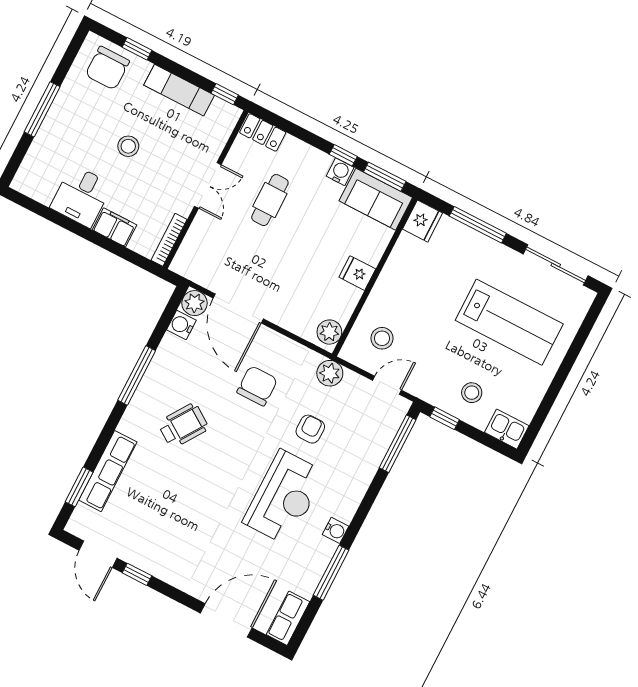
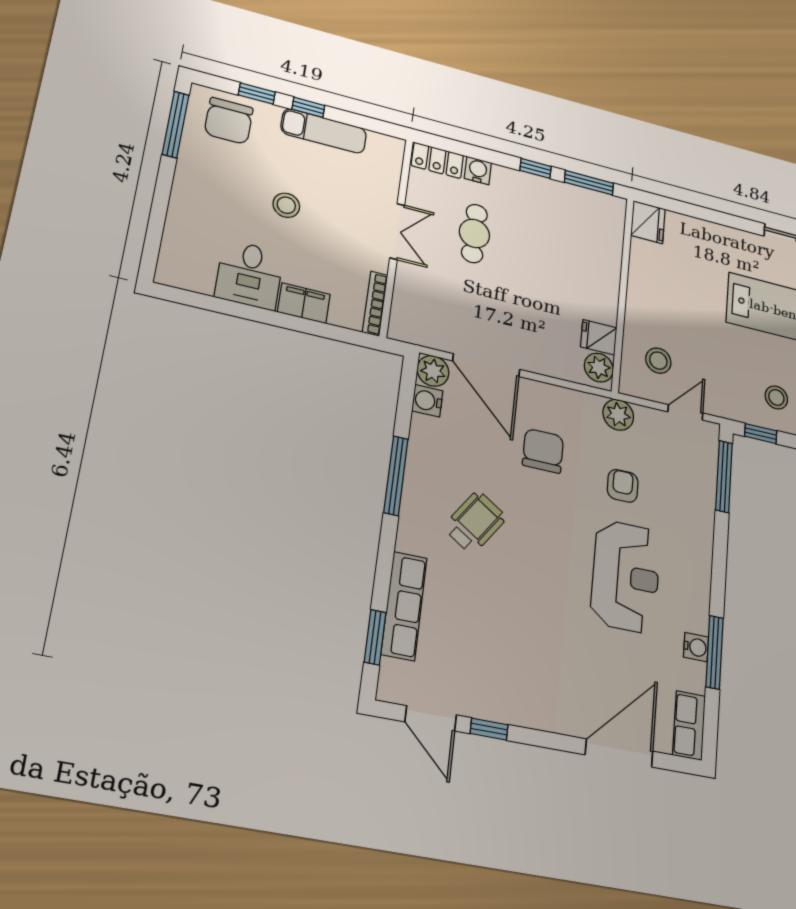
window: (225, 94) -> (308, 107), moved
window: (42, 109) -> (176, 125), moved
water cooler: (340, 172) -> (478, 170), moved
sofa: (376, 199) -> (589, 209), removed
window: (478, 225) -> (706, 214), removed
fridge: (357, 273) -> (599, 337), moved
water cooler: (335, 530) -> (696, 647), moved

